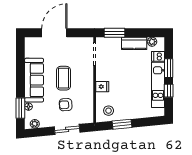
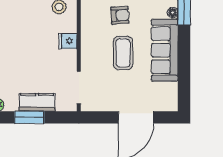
window: (115, 33) -> (29, 117), moved
kitchen counter: (134, 43) -> (37, 102), moved

